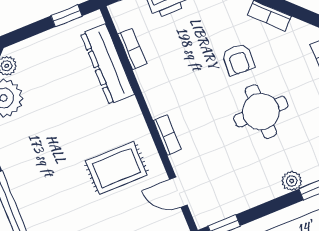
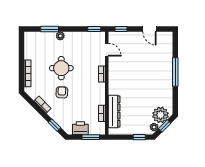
window: (67, 16) -> (139, 137), moved
rug: (116, 168) -> (127, 69), removed

